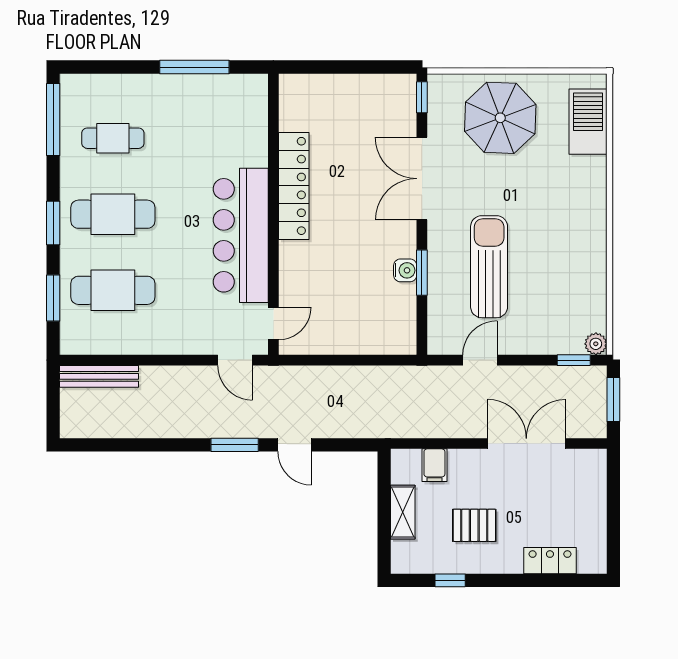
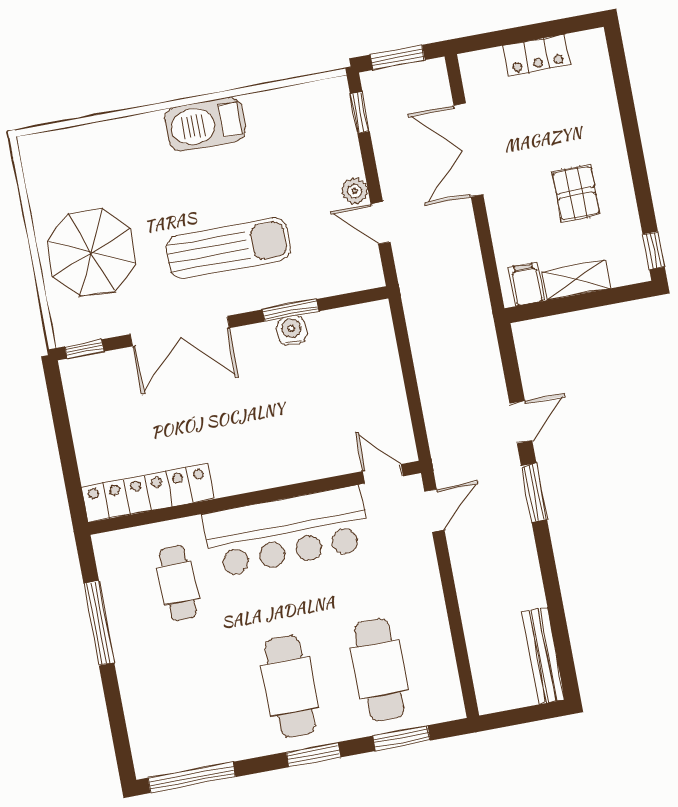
barbecue: (588, 122) -> (205, 124), moved
cafe table: (113, 138) -> (178, 583), moved
locker: (294, 186) -> (148, 493), moved
sun lounger: (489, 267) -> (228, 248), moved, turned 180
plant: (596, 344) -> (355, 191), moved
bench: (99, 376) -> (543, 656), moved
filing cabinet: (434, 465) -> (526, 284), moved, turned -90
locker: (550, 561) -> (536, 55), moved, turned -90
window: (450, 580) -> (654, 251), moved

